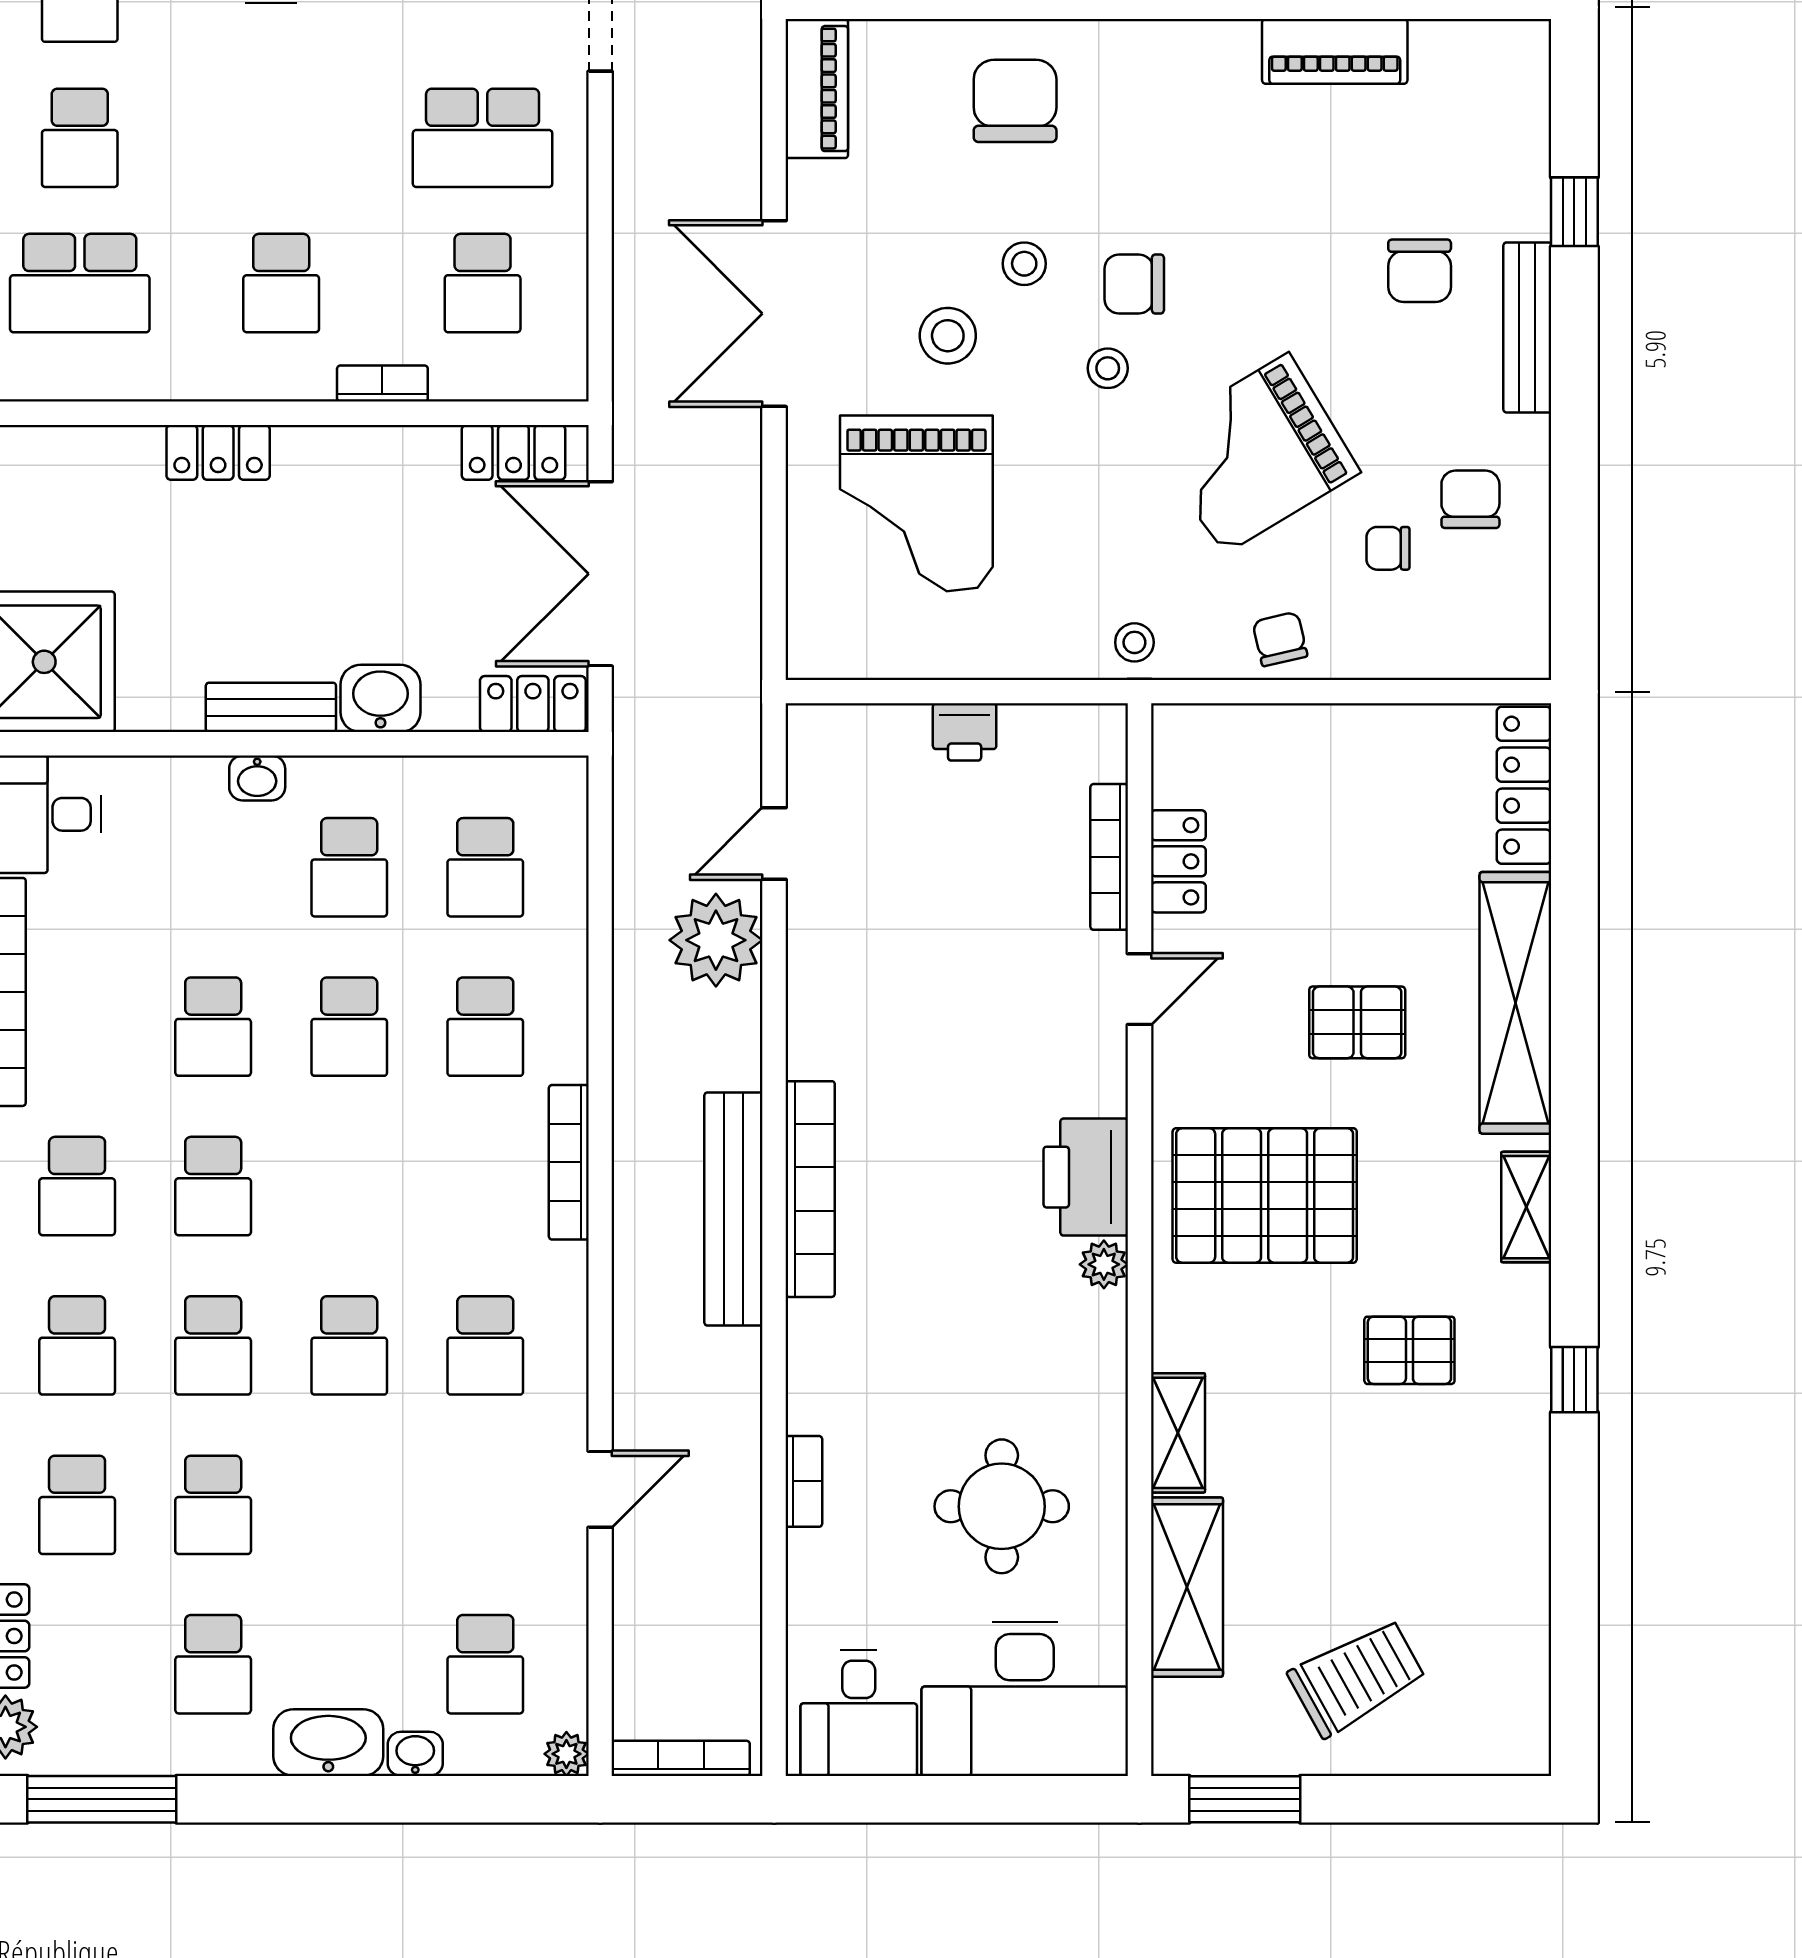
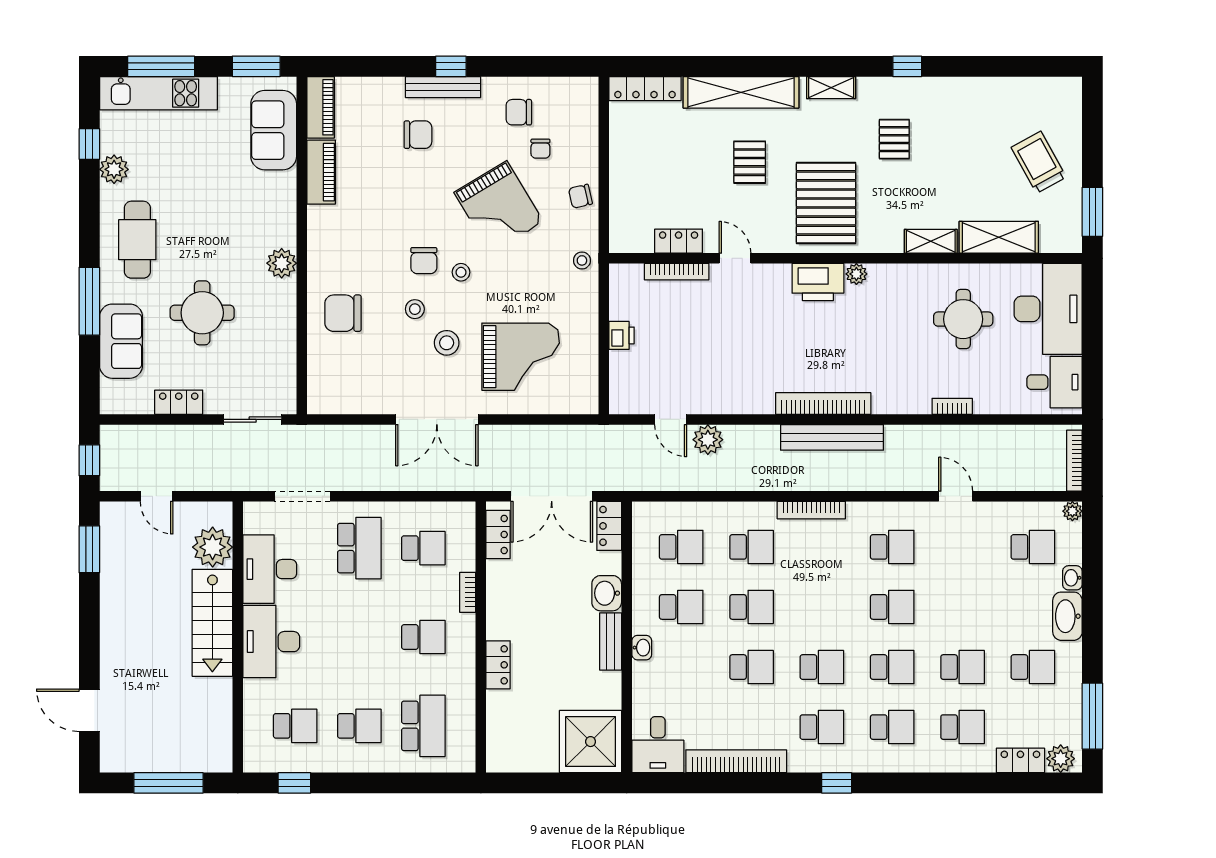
piano: (817, 89) -> (321, 107), moved, turned 90
window: (1574, 212) -> (451, 66), moved
plant: (716, 940) -> (708, 440), width x0.73, depth x0.73

